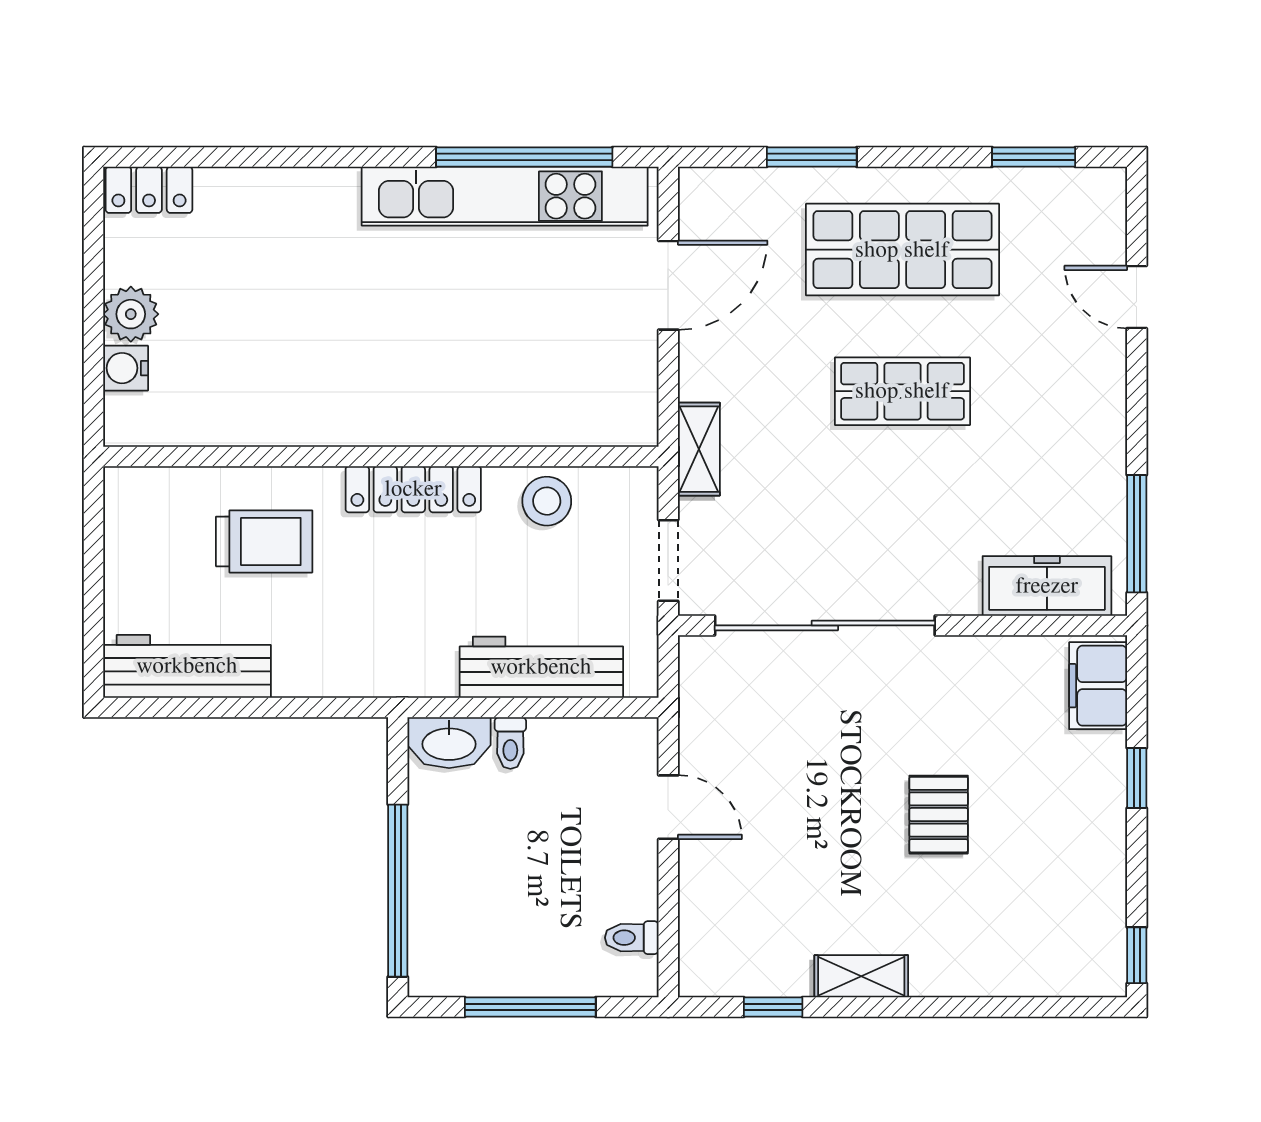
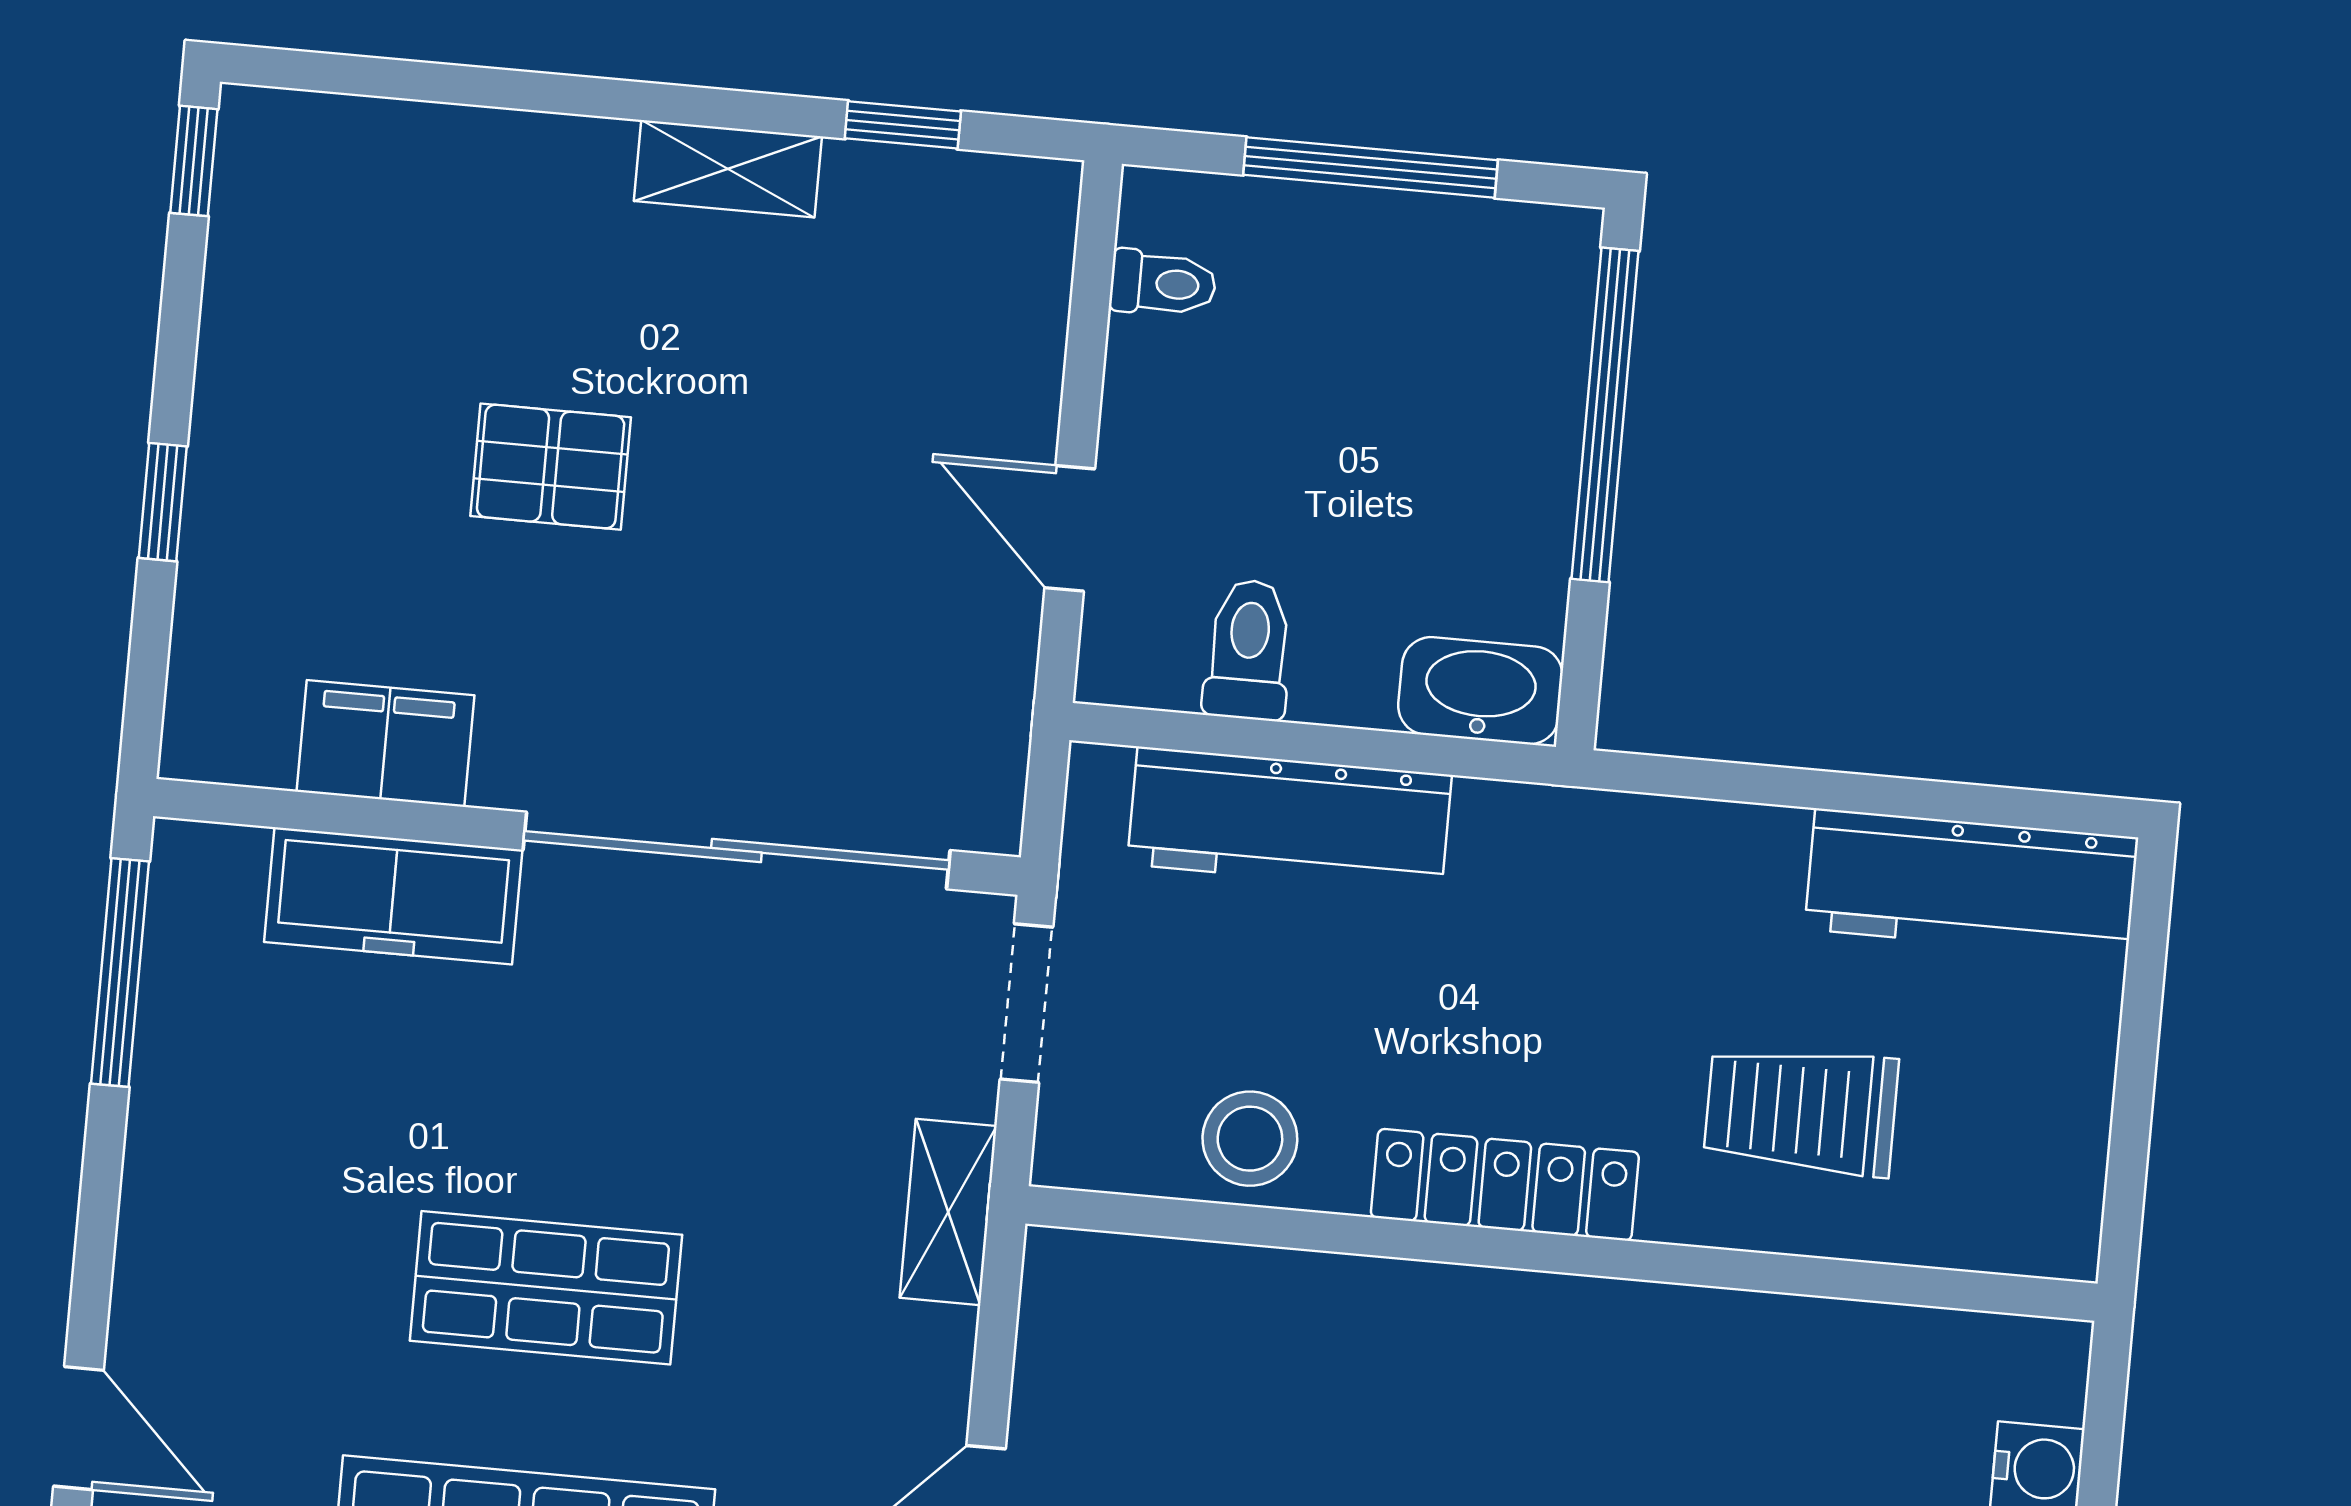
freezer: (1047, 586) -> (393, 896), moved
filing cabinet: (1098, 686) -> (386, 743), moved, turned -90
toilet: (510, 743) -> (1248, 650), moved, width x1.37, depth x1.39
pallet: (939, 815) -> (551, 467), turned 90

